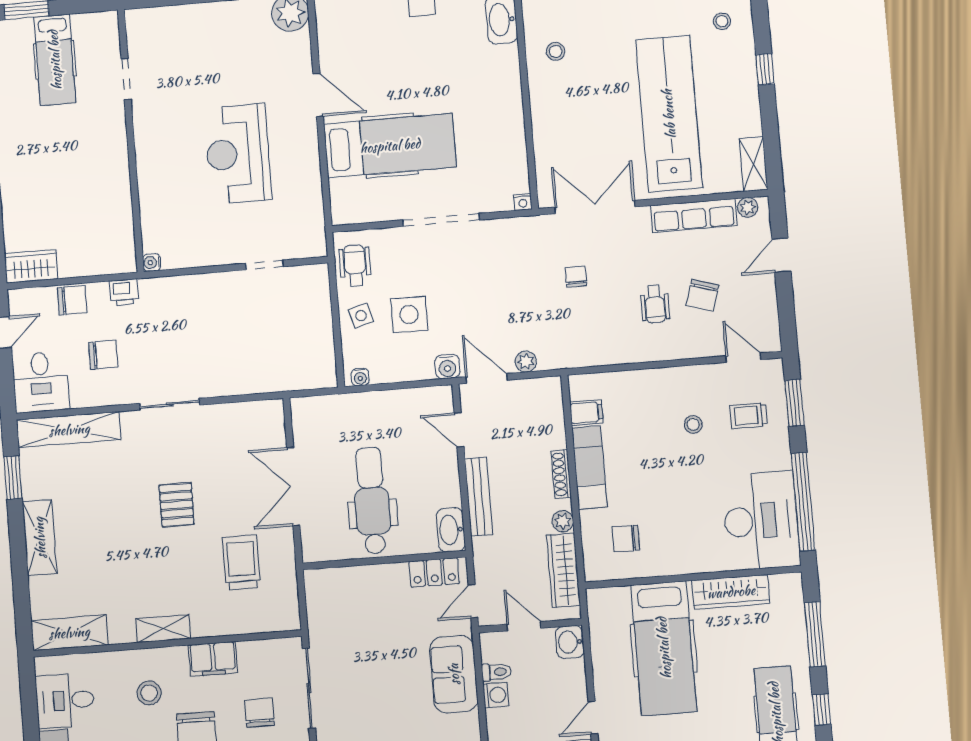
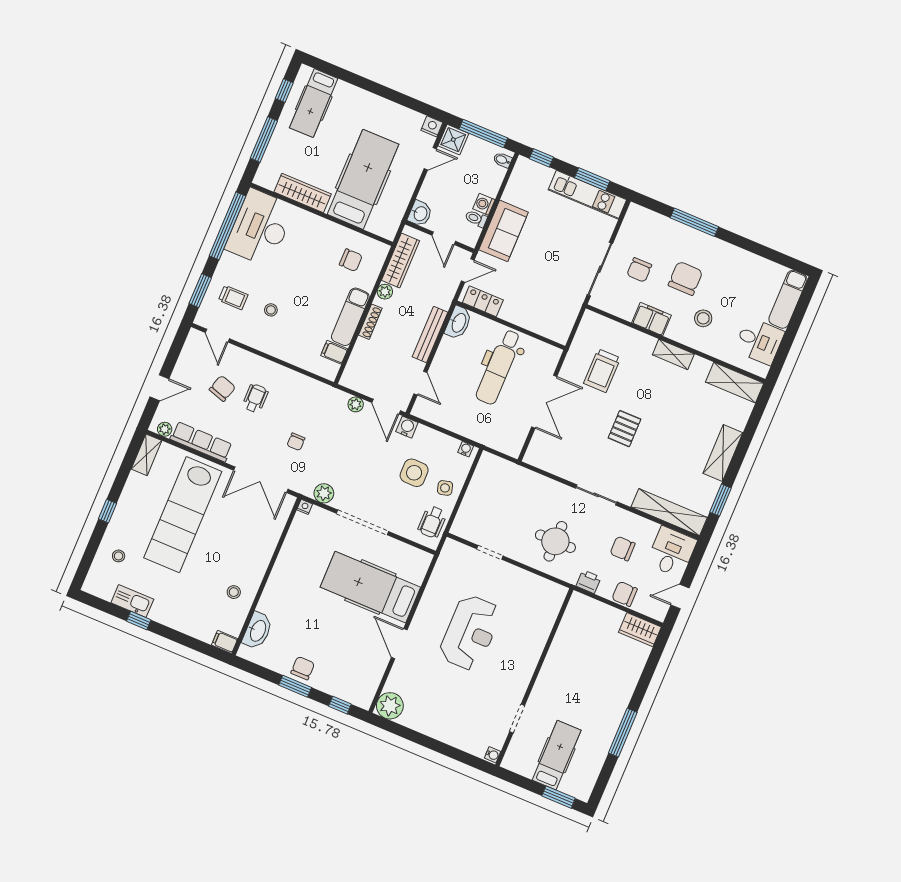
plant: (508, 231) -> (324, 493), added
water cooler: (152, 263) -> (493, 755), moved
round table: (191, 321) -> (555, 541), added

